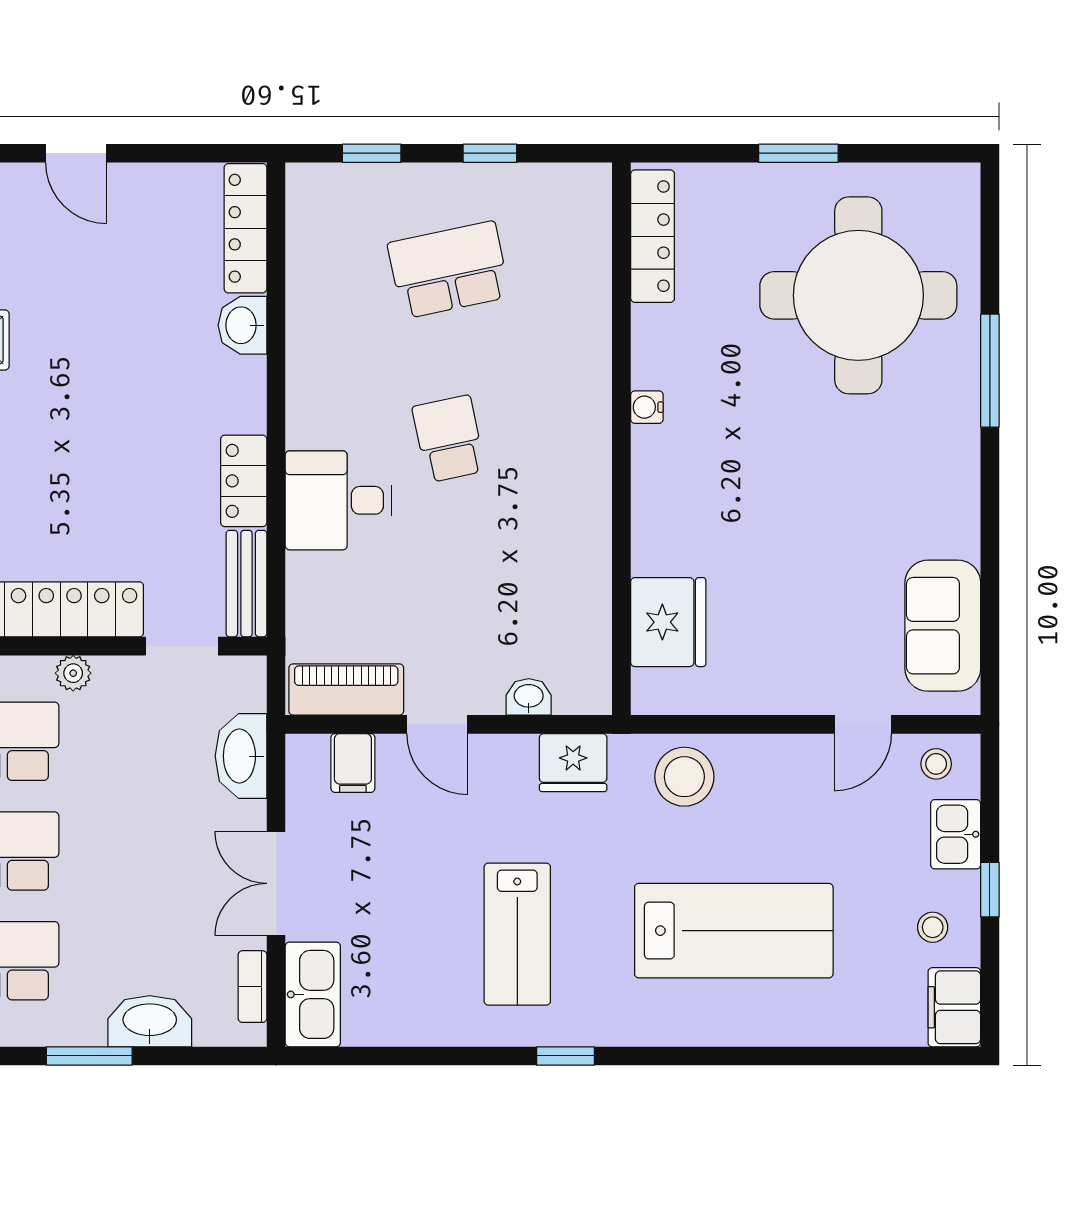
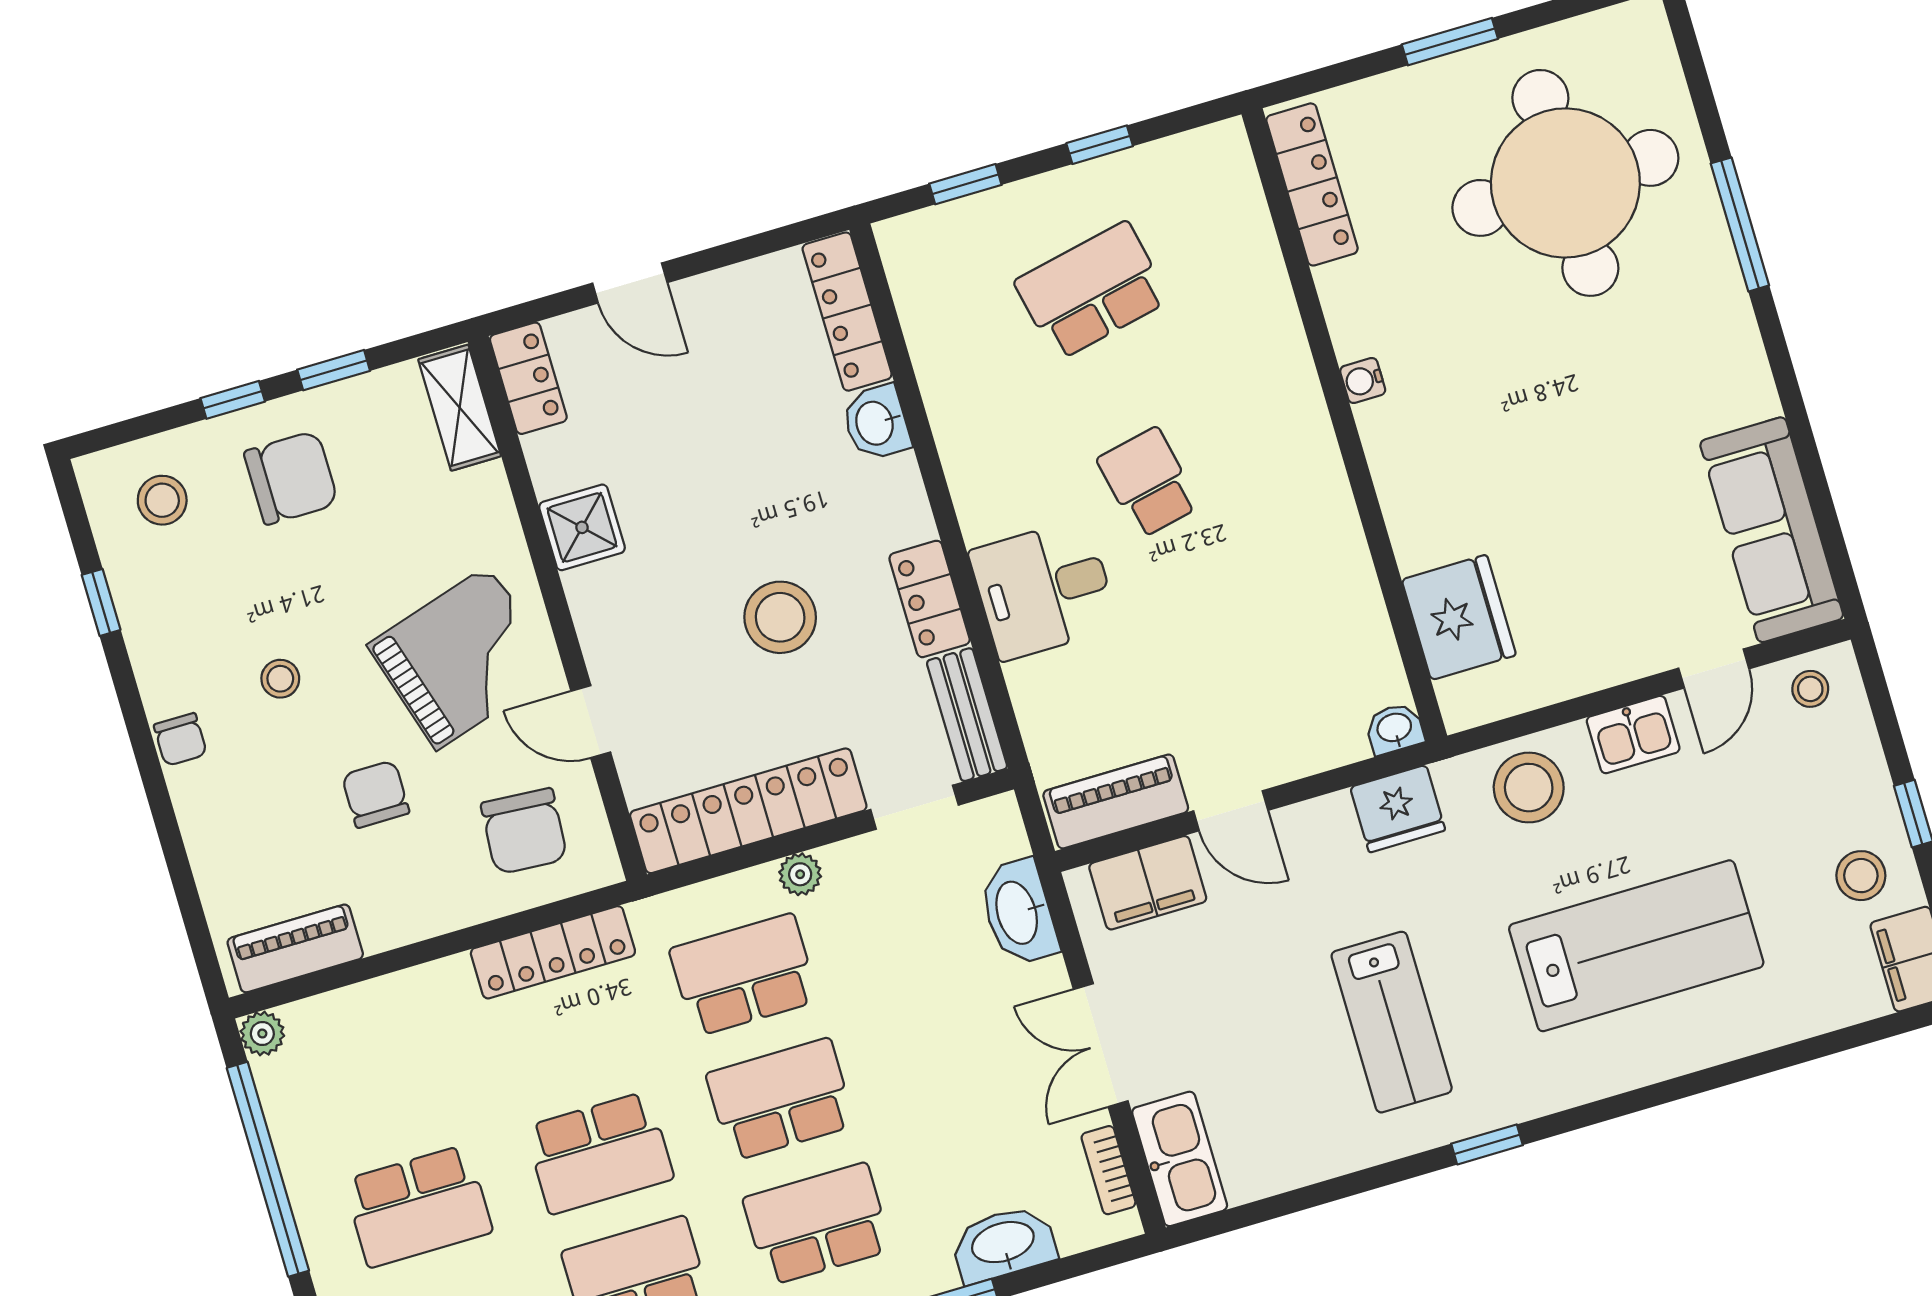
stool: (118, 460) -> (780, 617), added
sofa: (943, 626) -> (1772, 530), width x1.36
washbasin: (529, 697) -> (1395, 729), moved
filing cabinet: (353, 763) -> (1148, 883), width x2.00
kitchen sink: (956, 834) -> (1633, 735), moved, turned -90
stool: (933, 927) -> (1861, 876), width x1.37, depth x1.37

